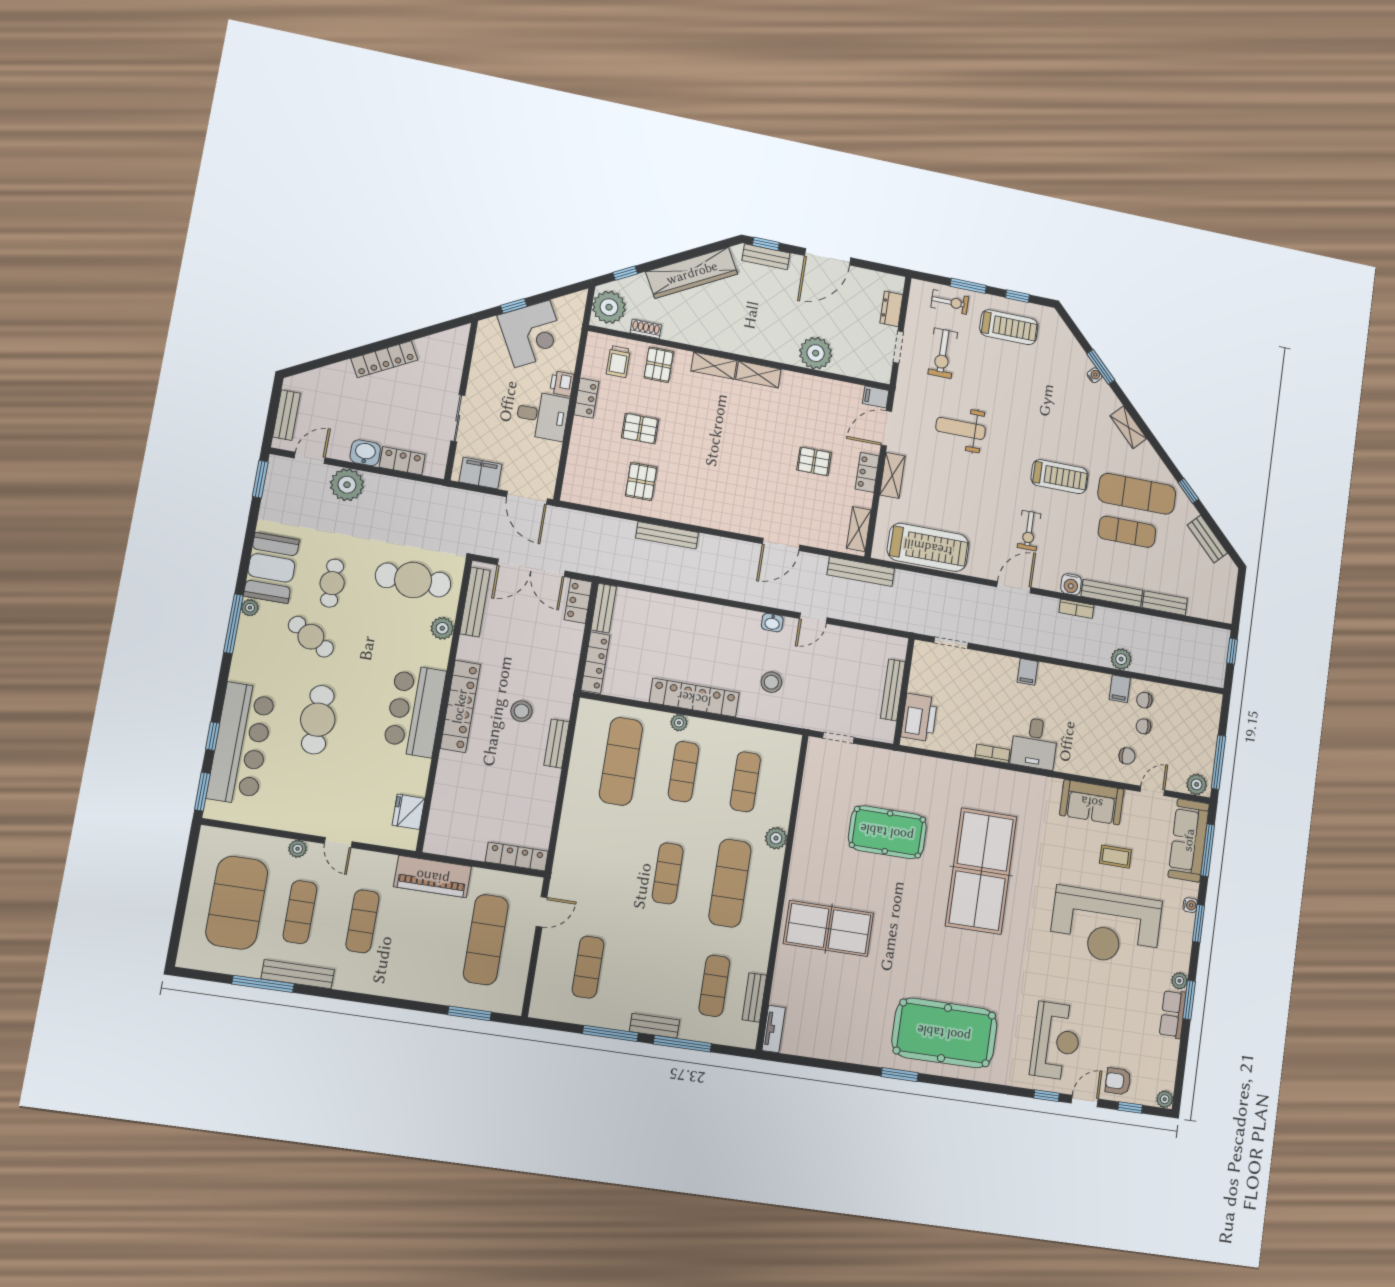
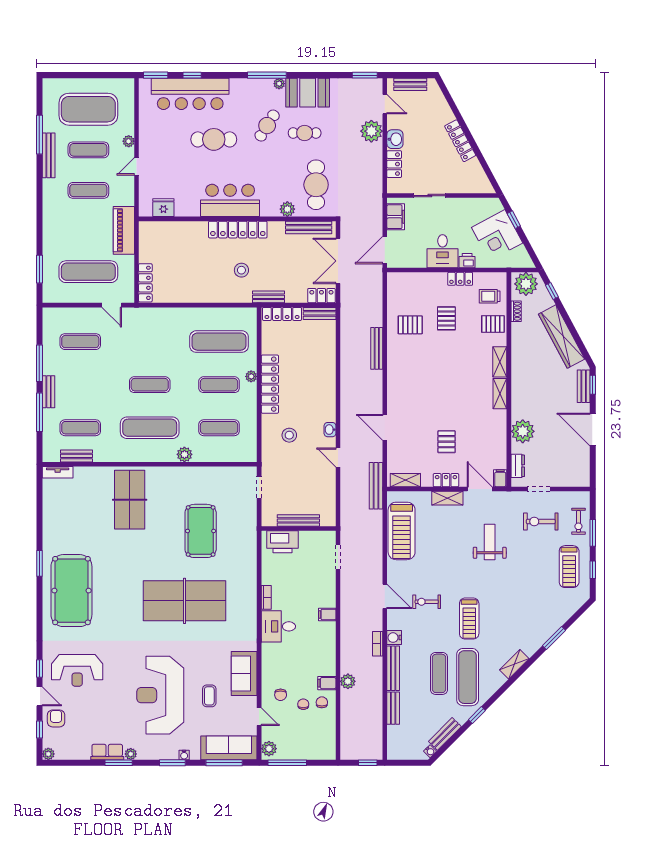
dresser: (891, 309) -> (518, 466), moved, turned 90
water cooler: (1095, 375) -> (430, 751), moved
bench: (557, 744) -> (269, 297), moved

